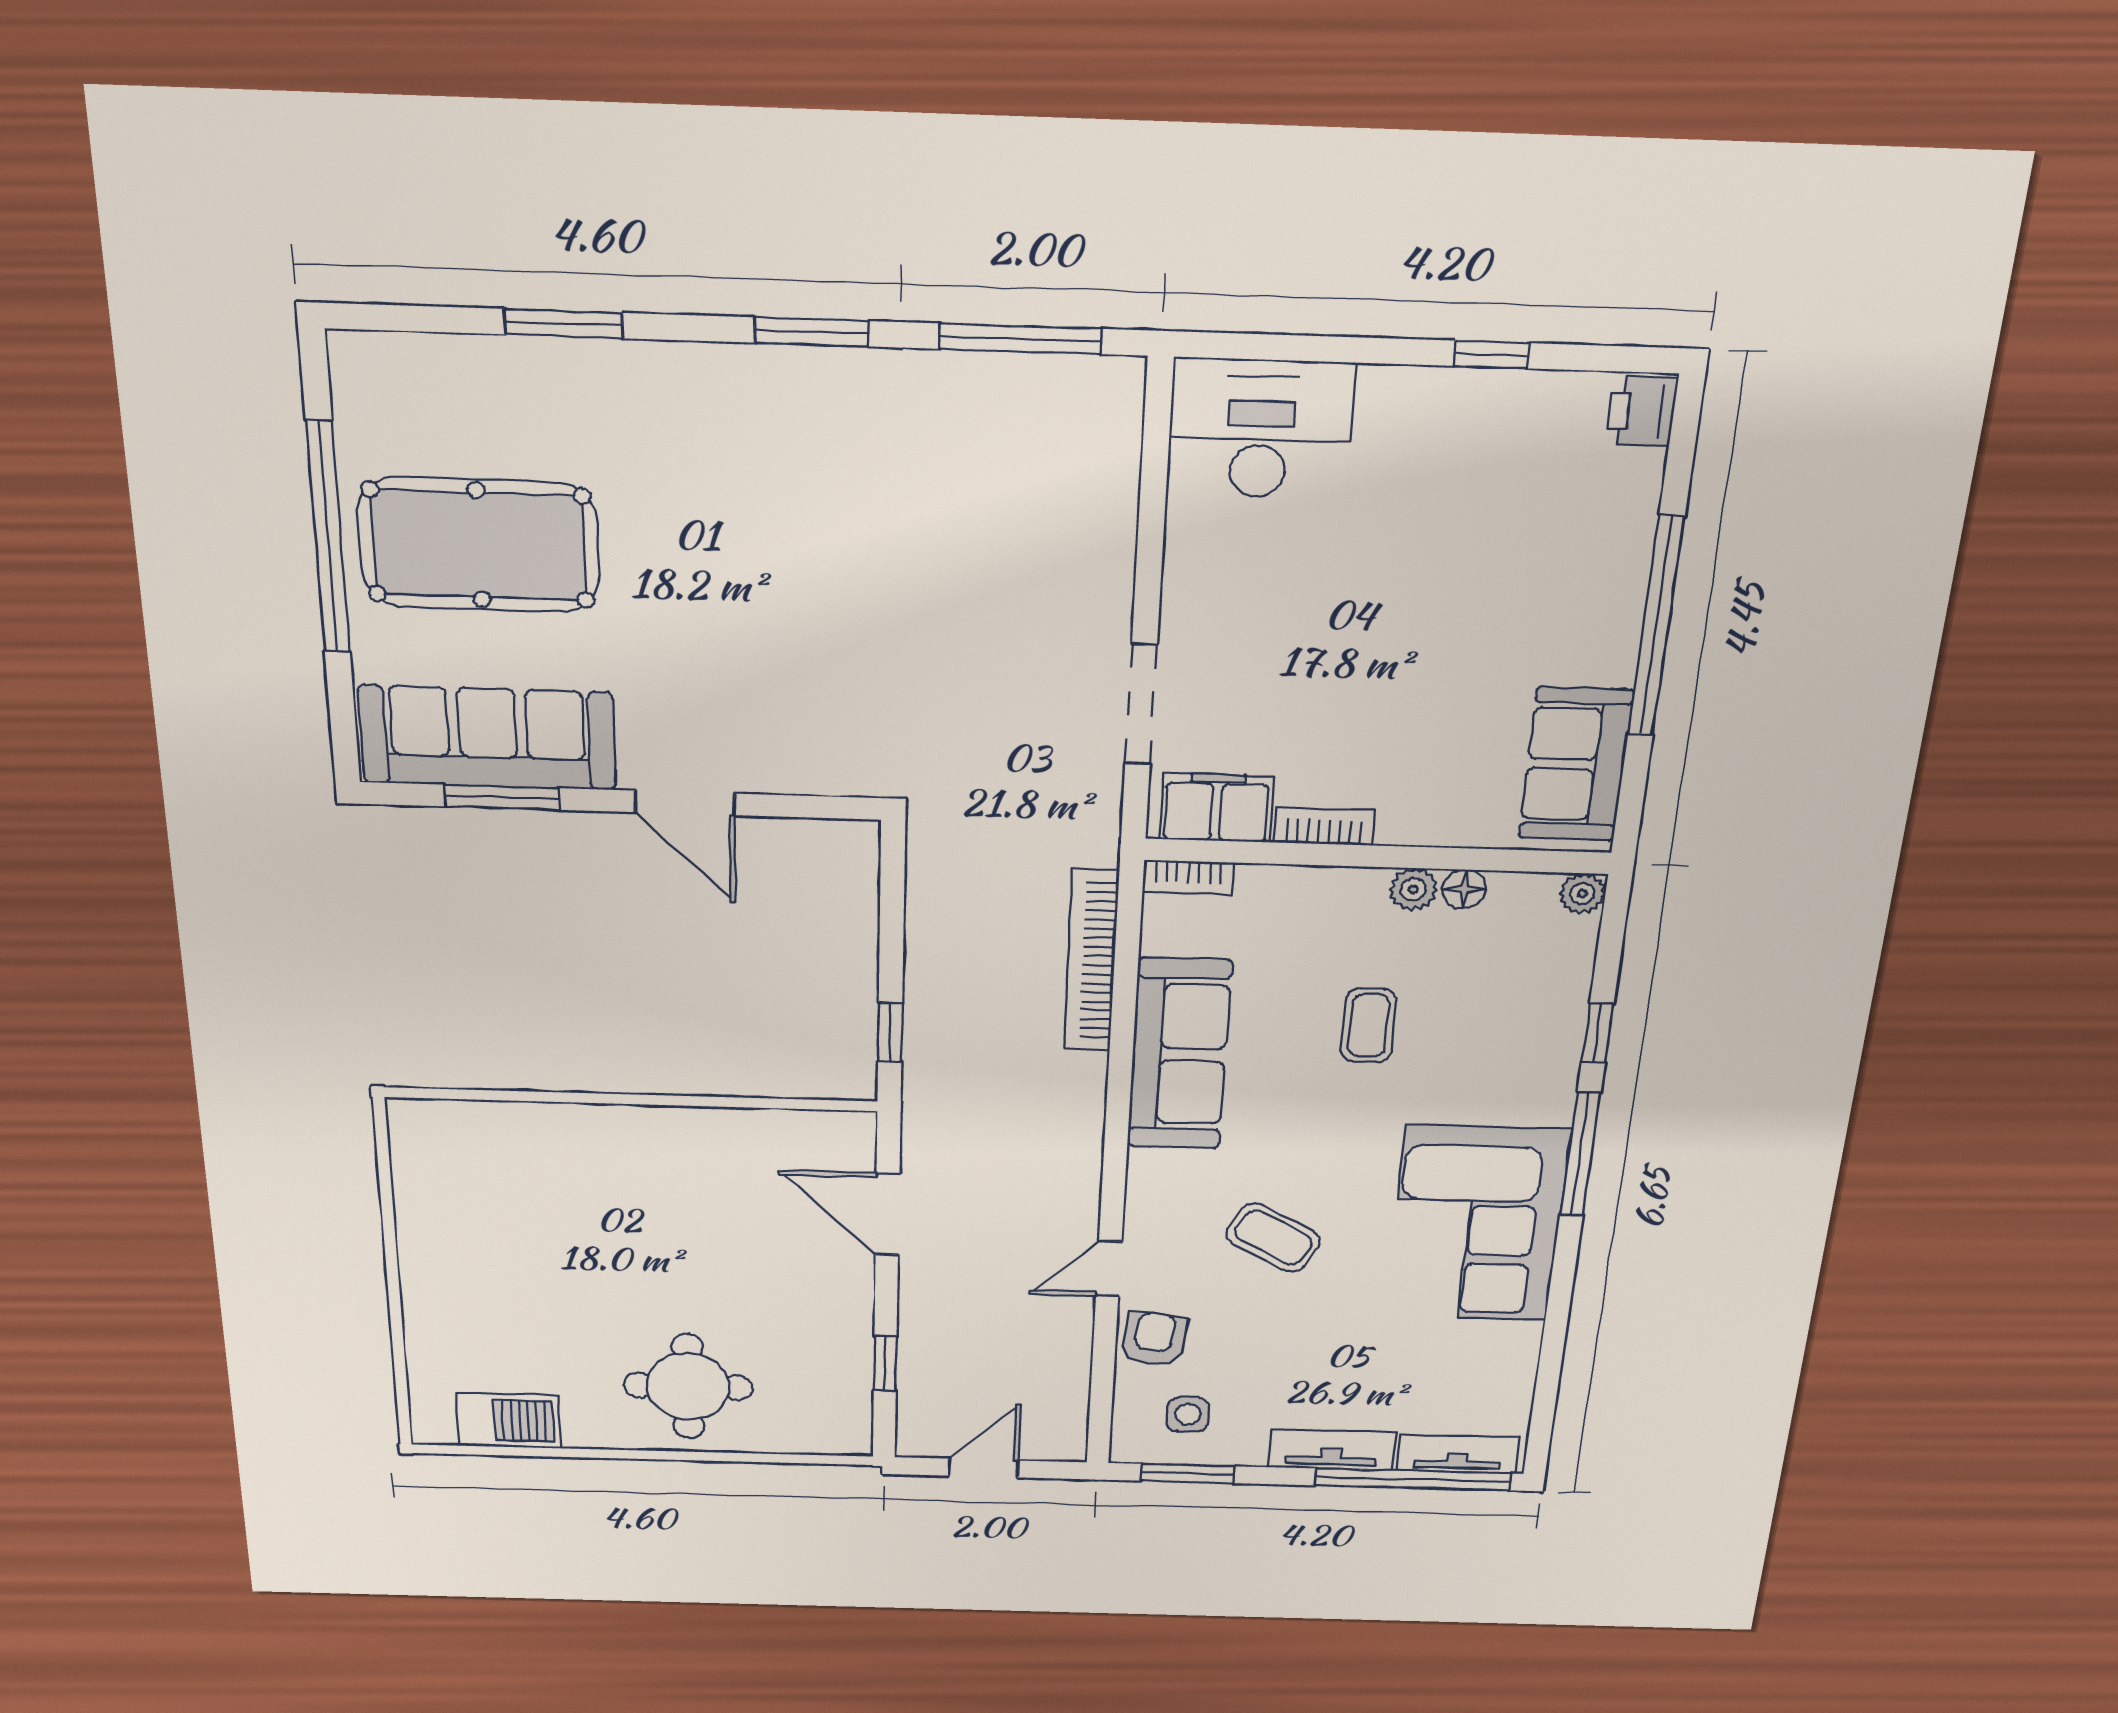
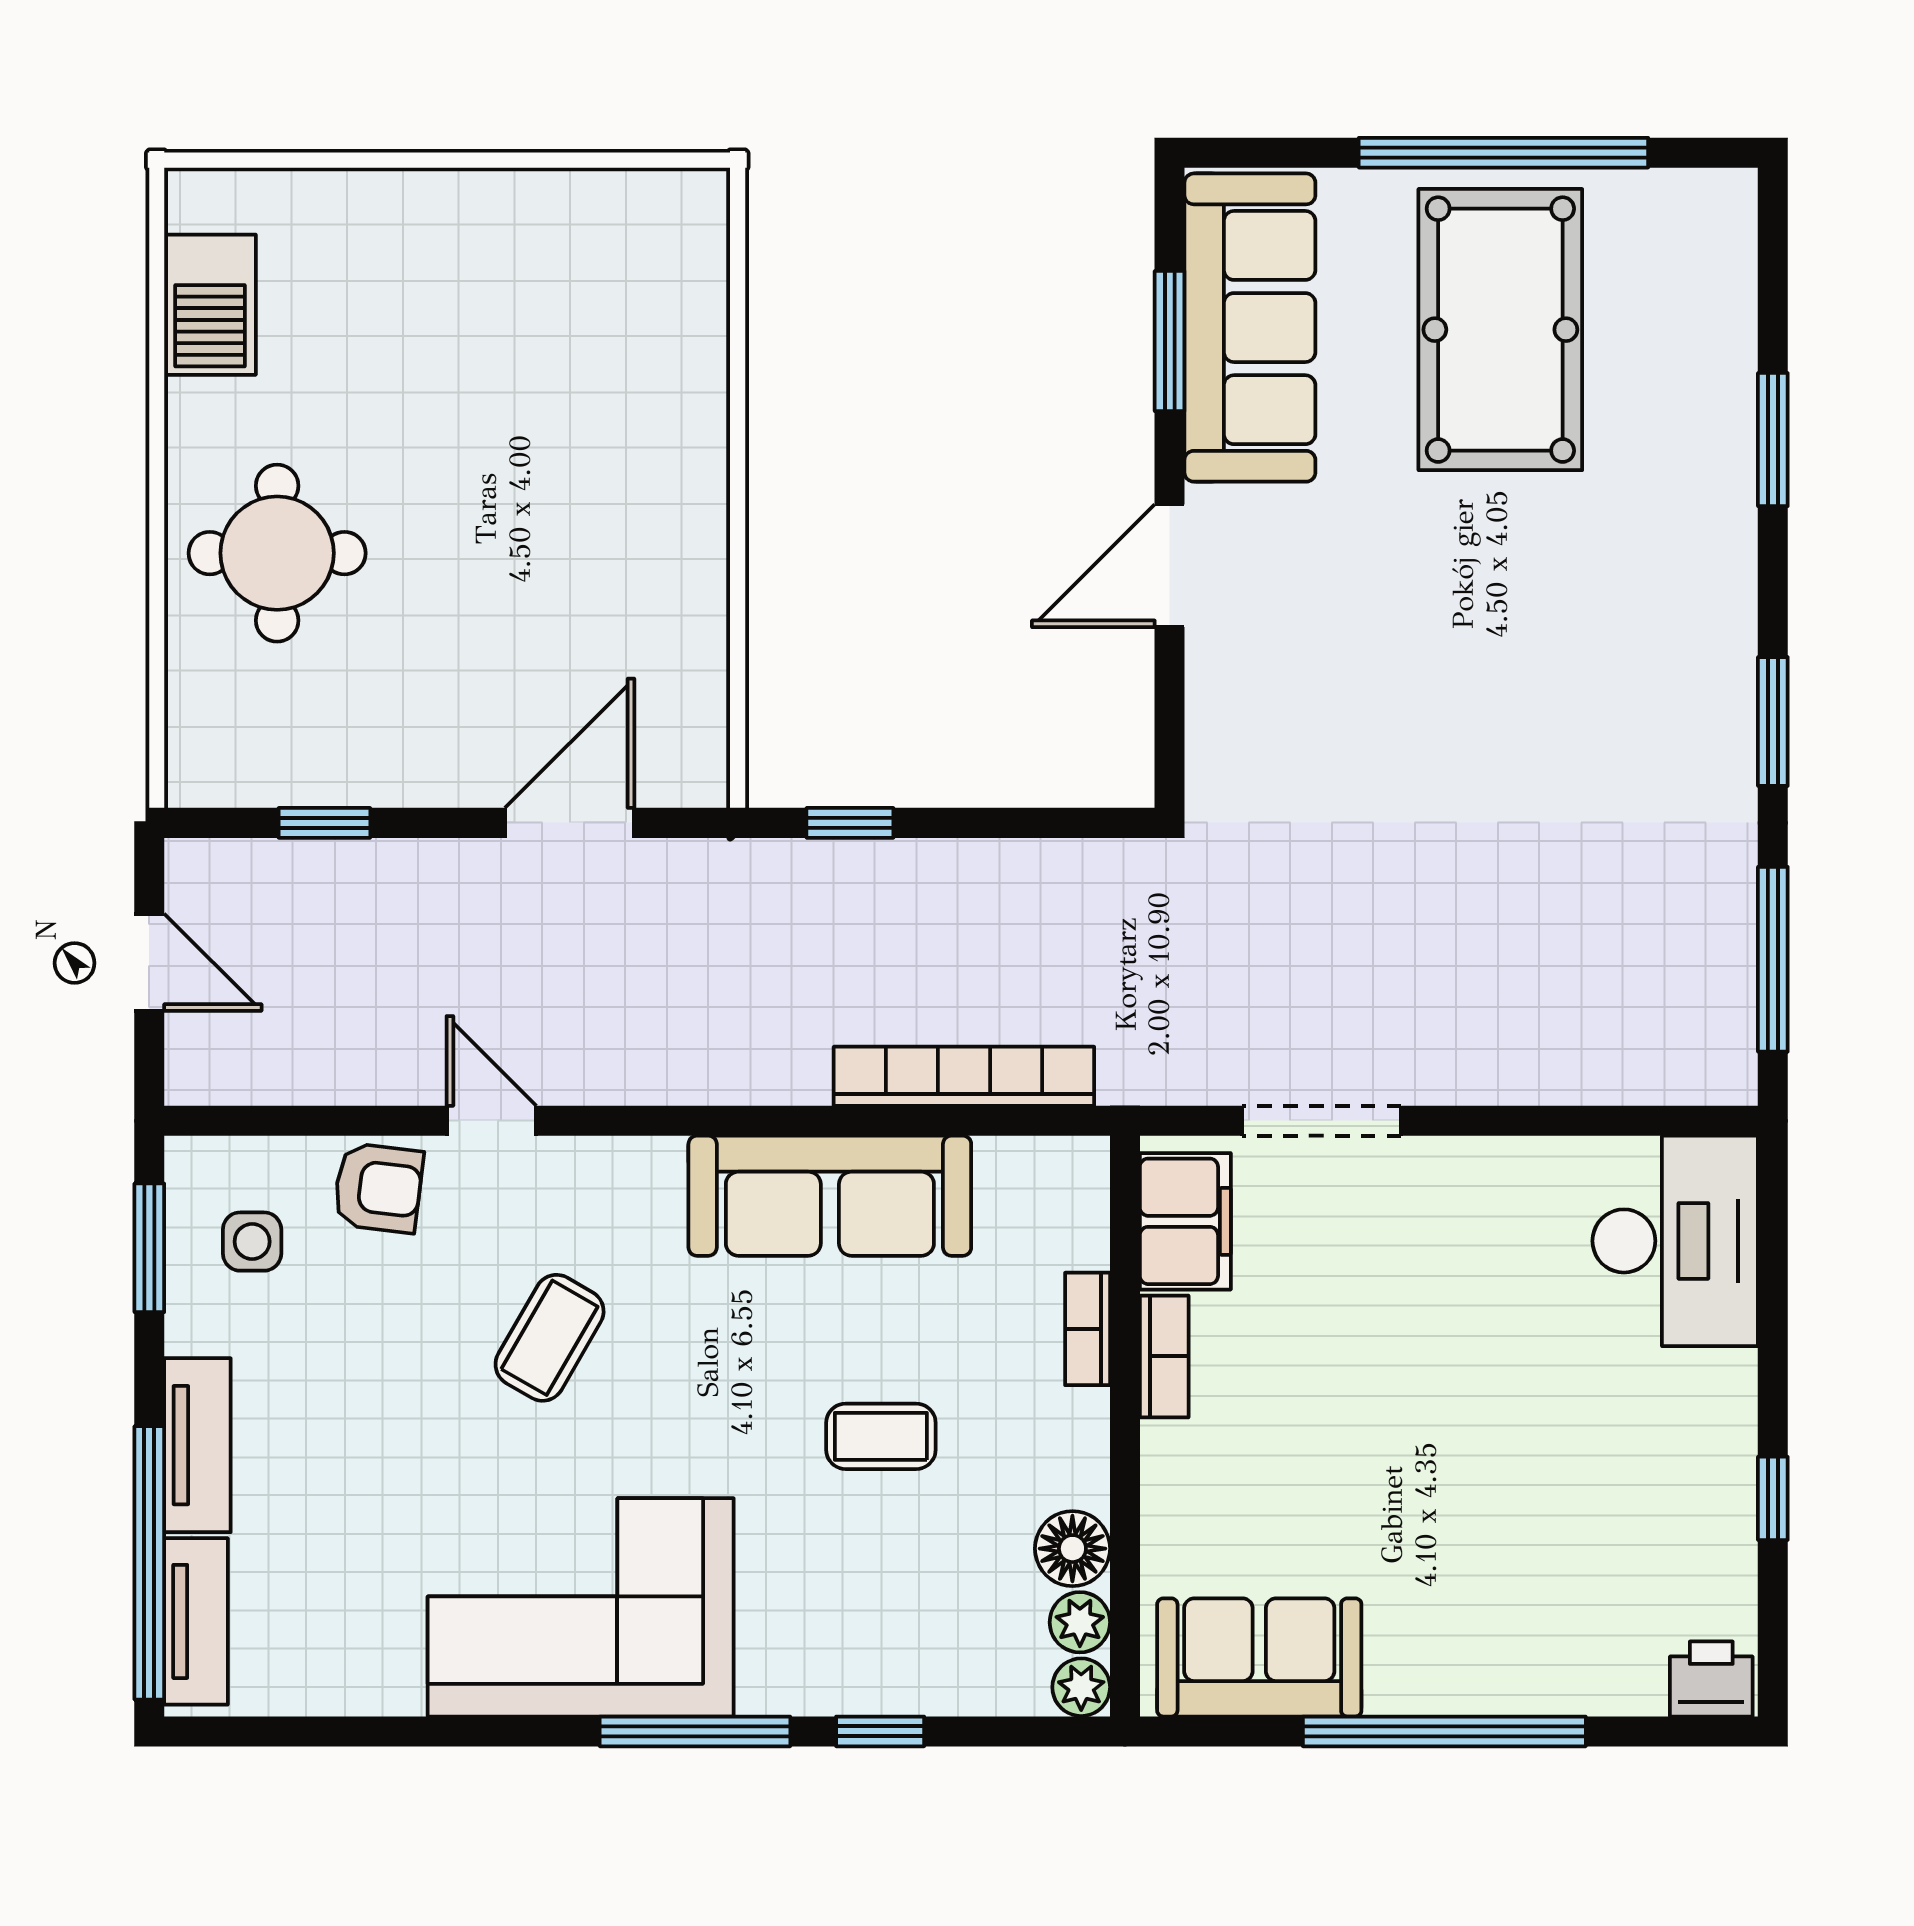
bookcase: (1188, 877) -> (1088, 1329), moved
plant: (1413, 889) -> (1080, 1622), moved
floor lamp: (1464, 889) -> (1072, 1549), width x1.37, depth x1.37

